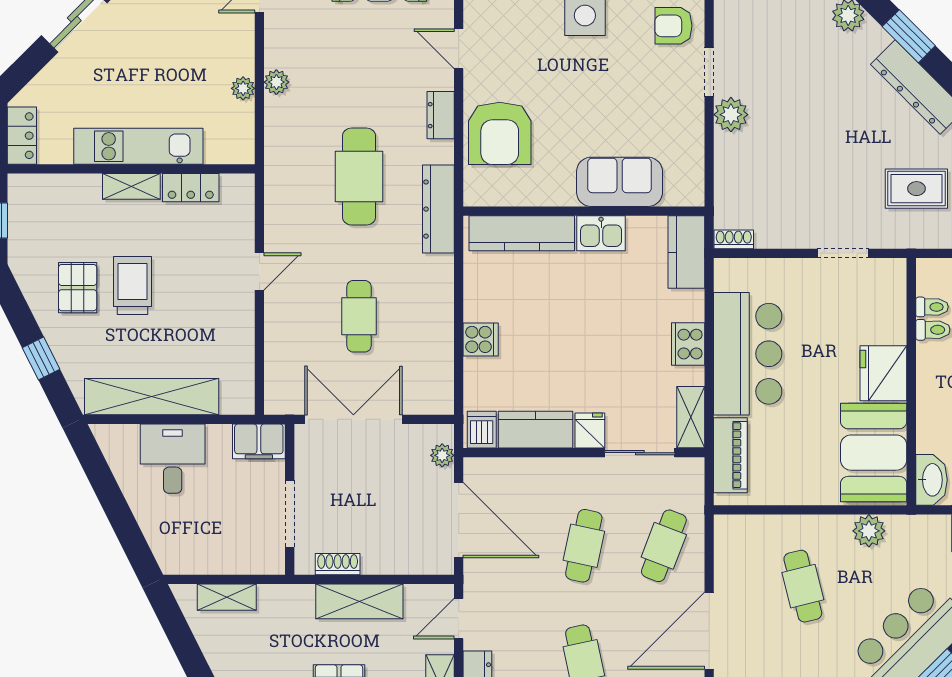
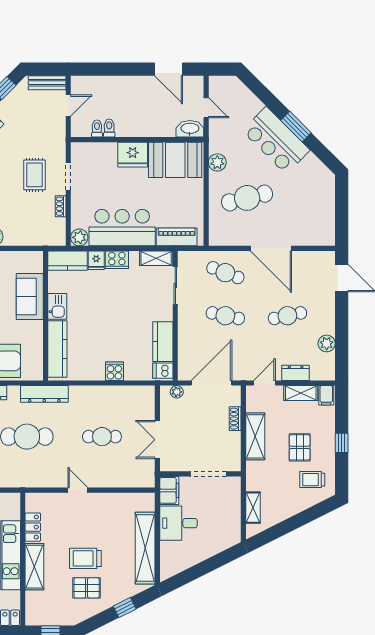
shelving: (131, 186) -> (34, 567), width x1.50, depth x1.33
rug: (916, 189) -> (34, 175), moved
shoe rack: (734, 239) -> (61, 206), moved
plant: (729, 274) -> (79, 237), added
double door: (353, 419) -> (157, 440), width x0.73
fridge: (590, 431) -> (96, 260), moved, turned -90
desk: (173, 459) -> (179, 523), moved
shoe rack: (338, 564) -> (235, 419), moved
cafe table: (803, 586) -> (247, 198), width x1.37, depth x1.35
door: (459, 619) -> (265, 383), swing flipped

